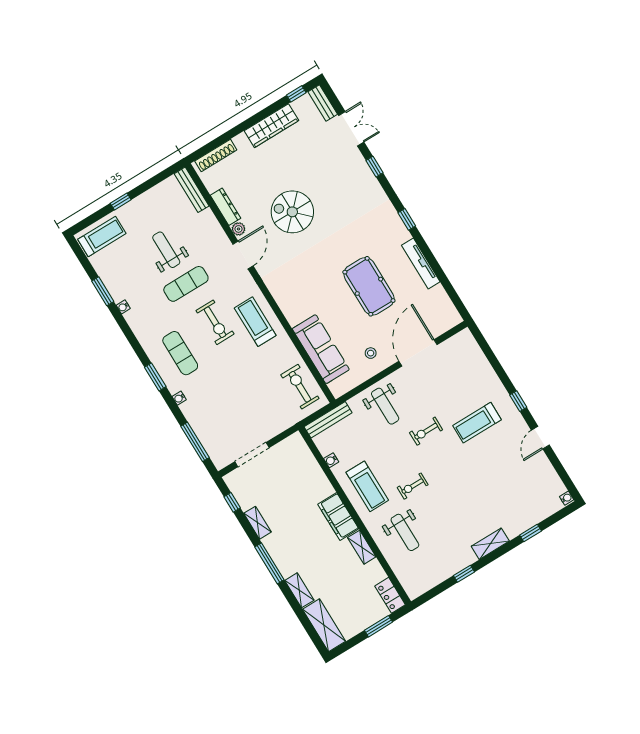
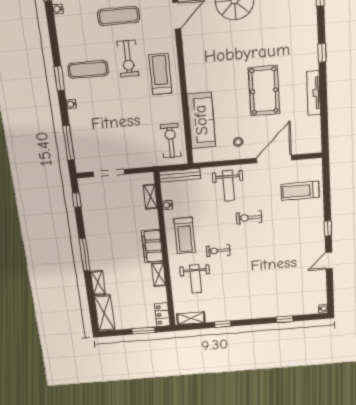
exercise mat: (180, 353) -> (88, 69), turned 90
treadmill: (477, 423) -> (300, 191), moved
shelving: (257, 523) -> (150, 197), moved
shelving: (490, 544) -> (191, 318), moved

